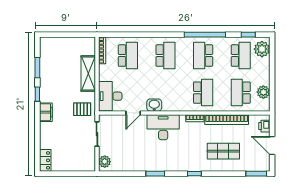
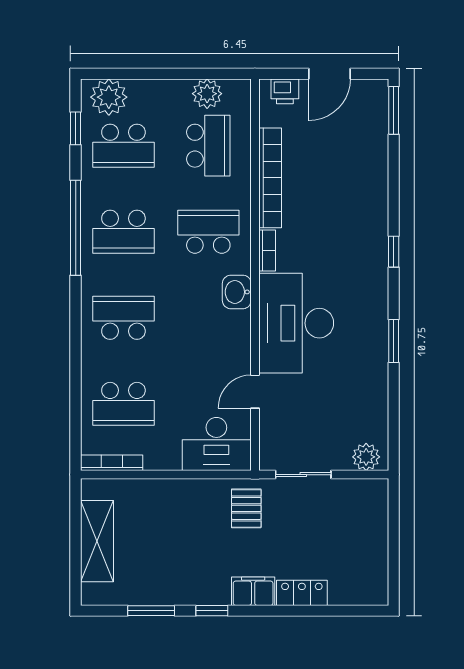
school desk: (128, 56) -> (123, 404), turned 180
school desk: (241, 56) -> (123, 146), turned 180
shelving: (88, 73) -> (97, 541), moved, turned 90
school desk: (241, 93) -> (208, 146), turned -90
washbasin: (154, 105) -> (237, 292), moved
door: (133, 113) -> (255, 392), swing flipped
desk: (163, 127) -> (296, 323), width x1.36, depth x1.30
shop shelf: (223, 151) -> (342, 185), removed
locker: (45, 160) -> (302, 593), moved

